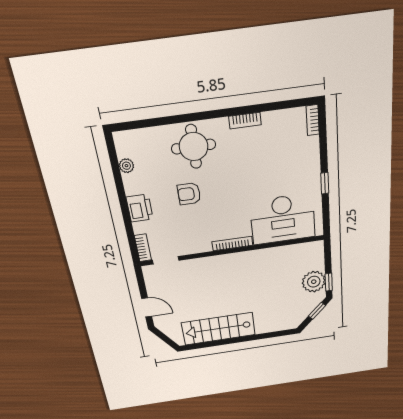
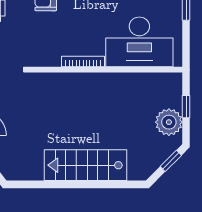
window: (329, 282) -> (186, 107), moved
stairs: (219, 329) -> (85, 165), moved

